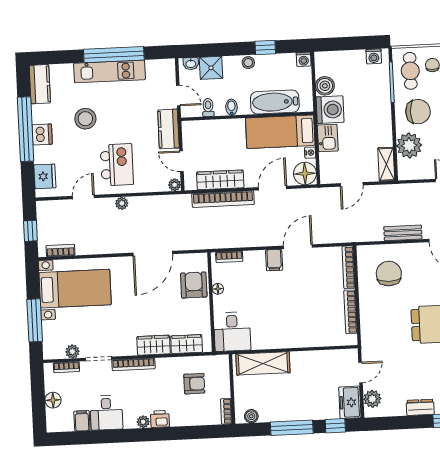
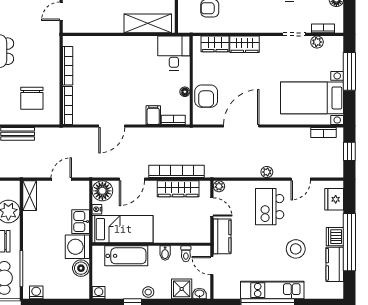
kitchen counter: (40, 84) -> (335, 264), moved
filing cabinet: (274, 260) -> (153, 115), moved
bookcase: (133, 364) -> (263, 28), removed

